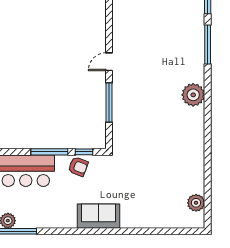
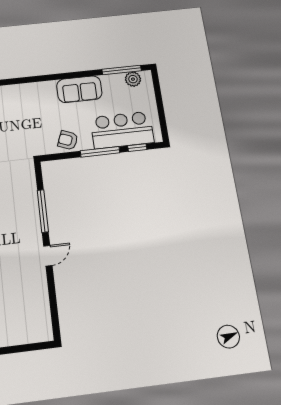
window: (84, 152) -> (137, 148), moved
sofa: (99, 216) -> (79, 89), moved

